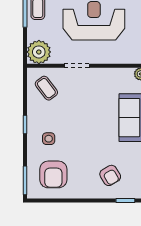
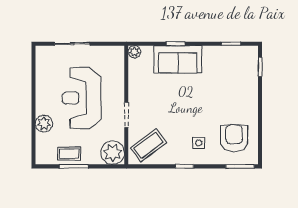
coffee table: (46, 88) -> (149, 145), width x1.36, depth x1.30
armchair: (53, 174) -> (234, 138), turned -90
armchair: (110, 175) -> (235, 82), removed

